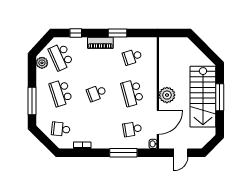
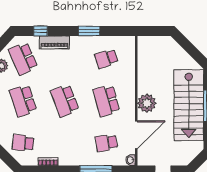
piano: (100, 43) -> (54, 42), moved
school desk: (97, 93) -> (65, 101), width x1.85

